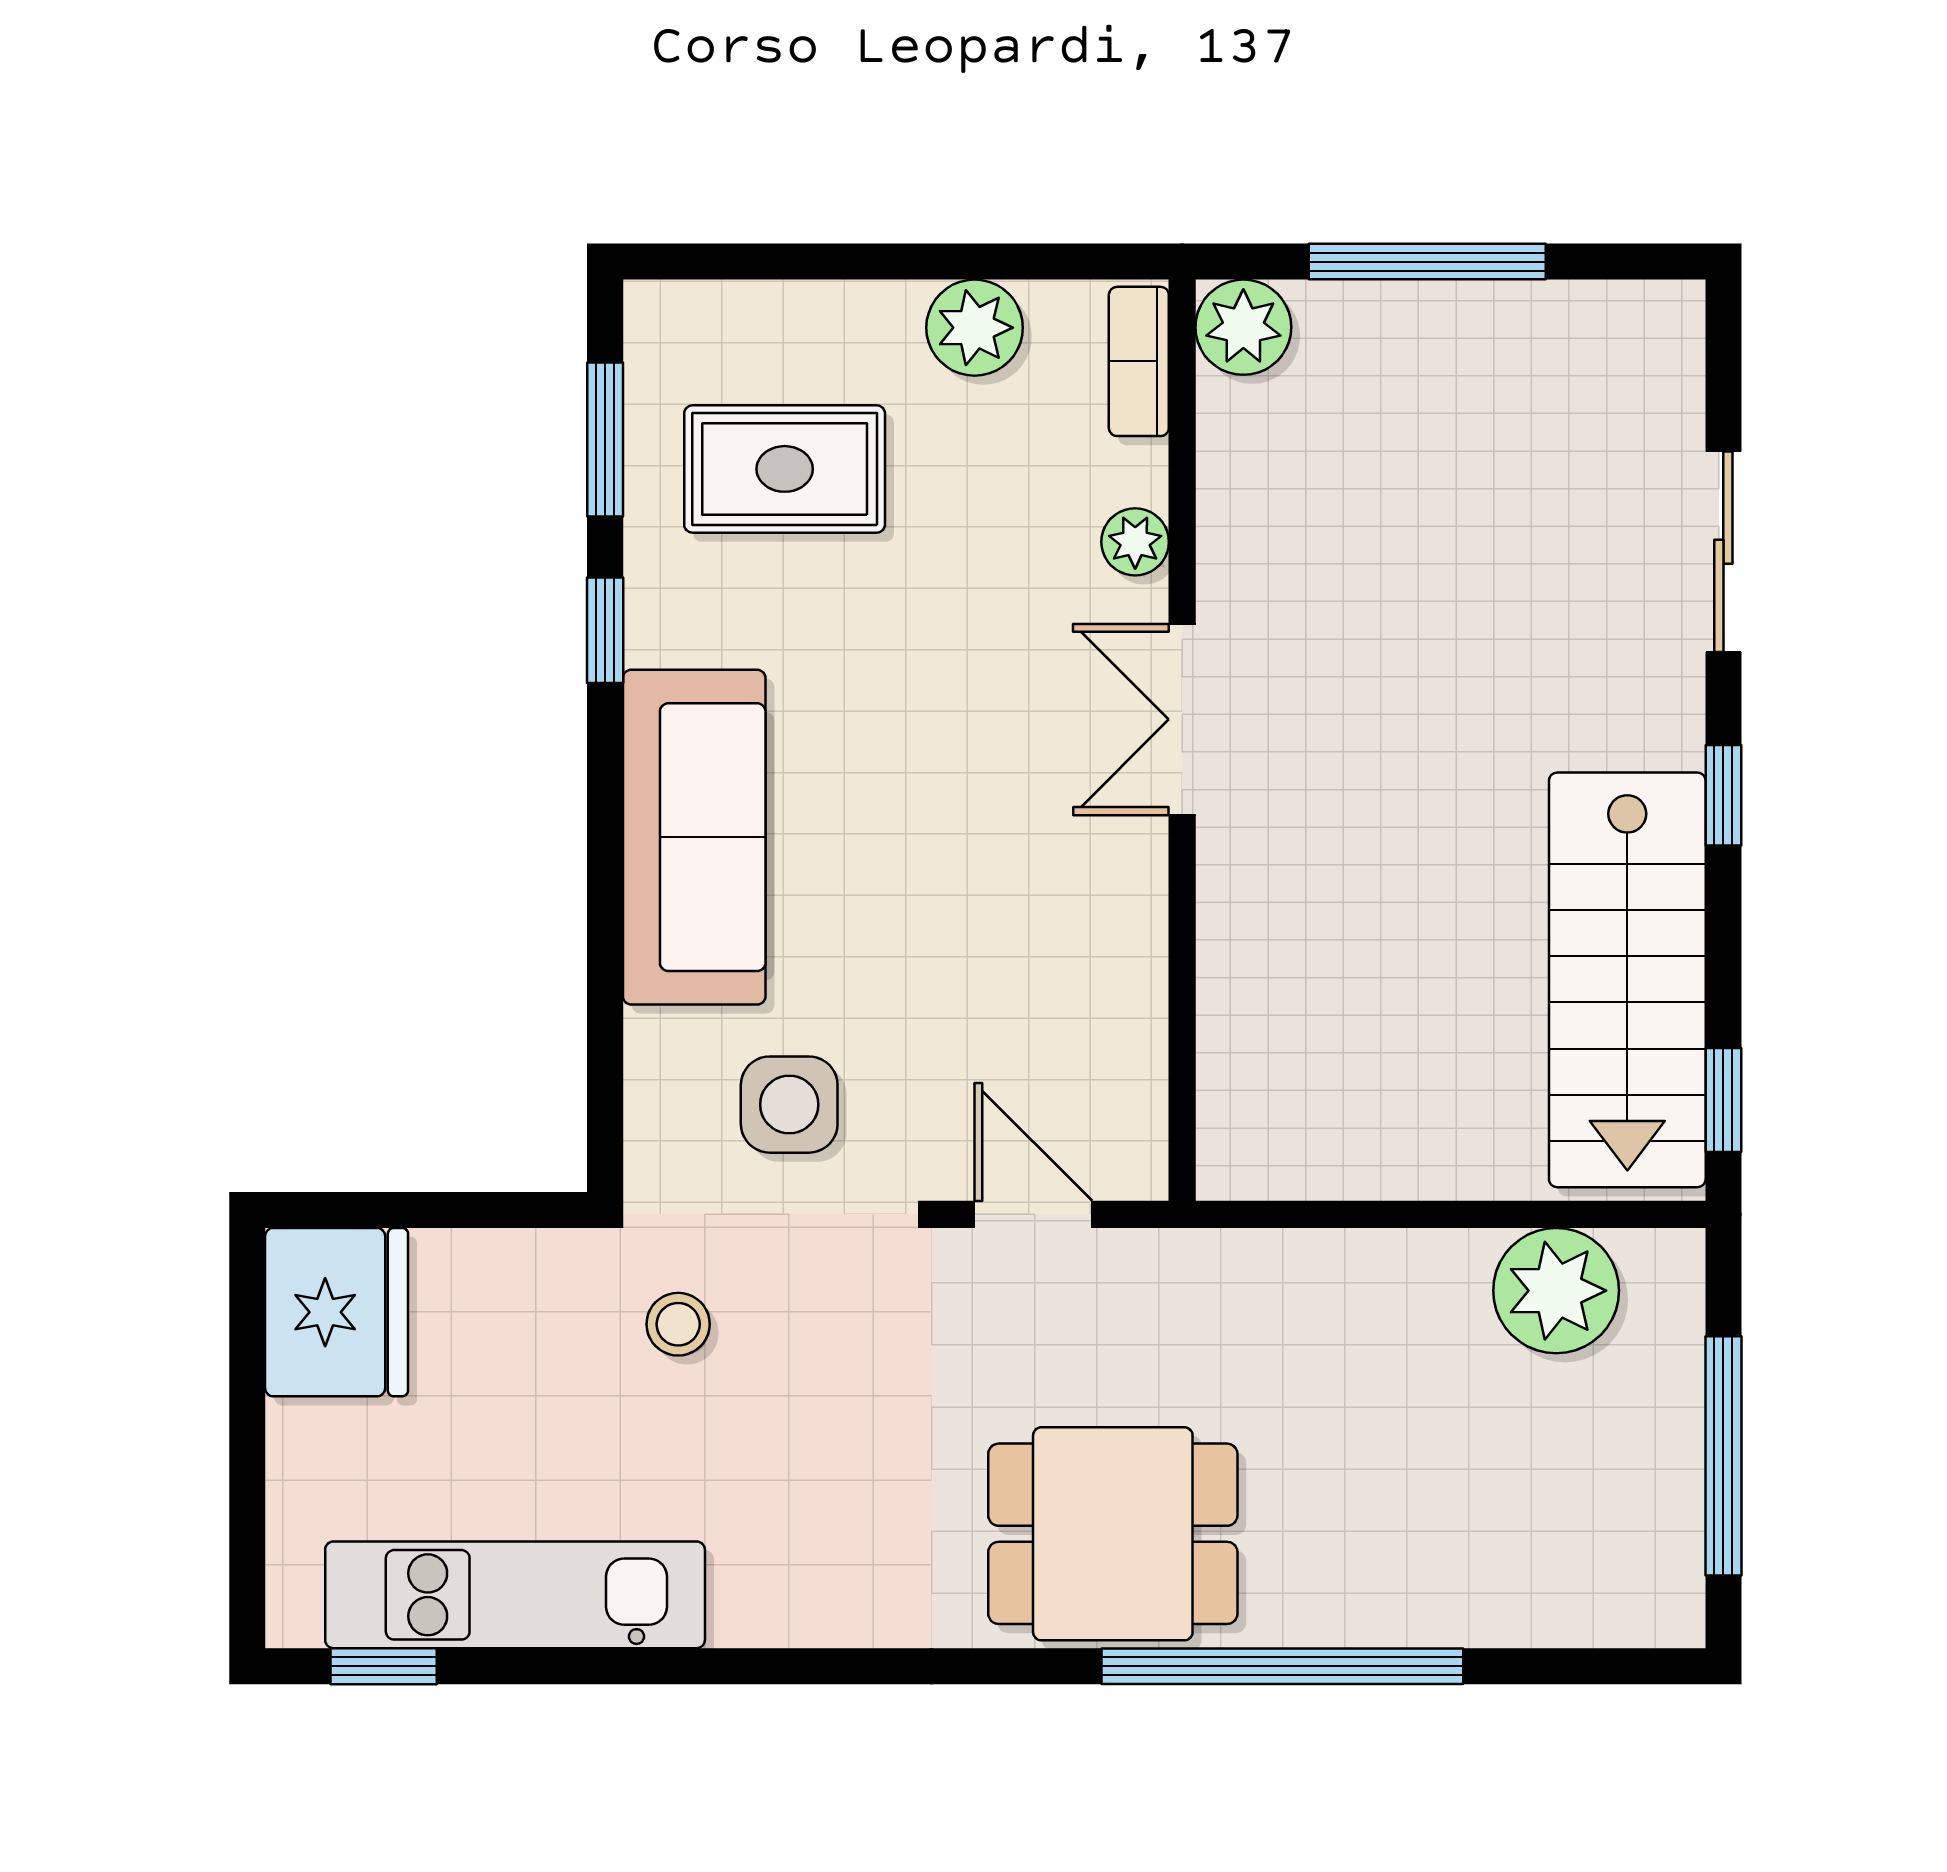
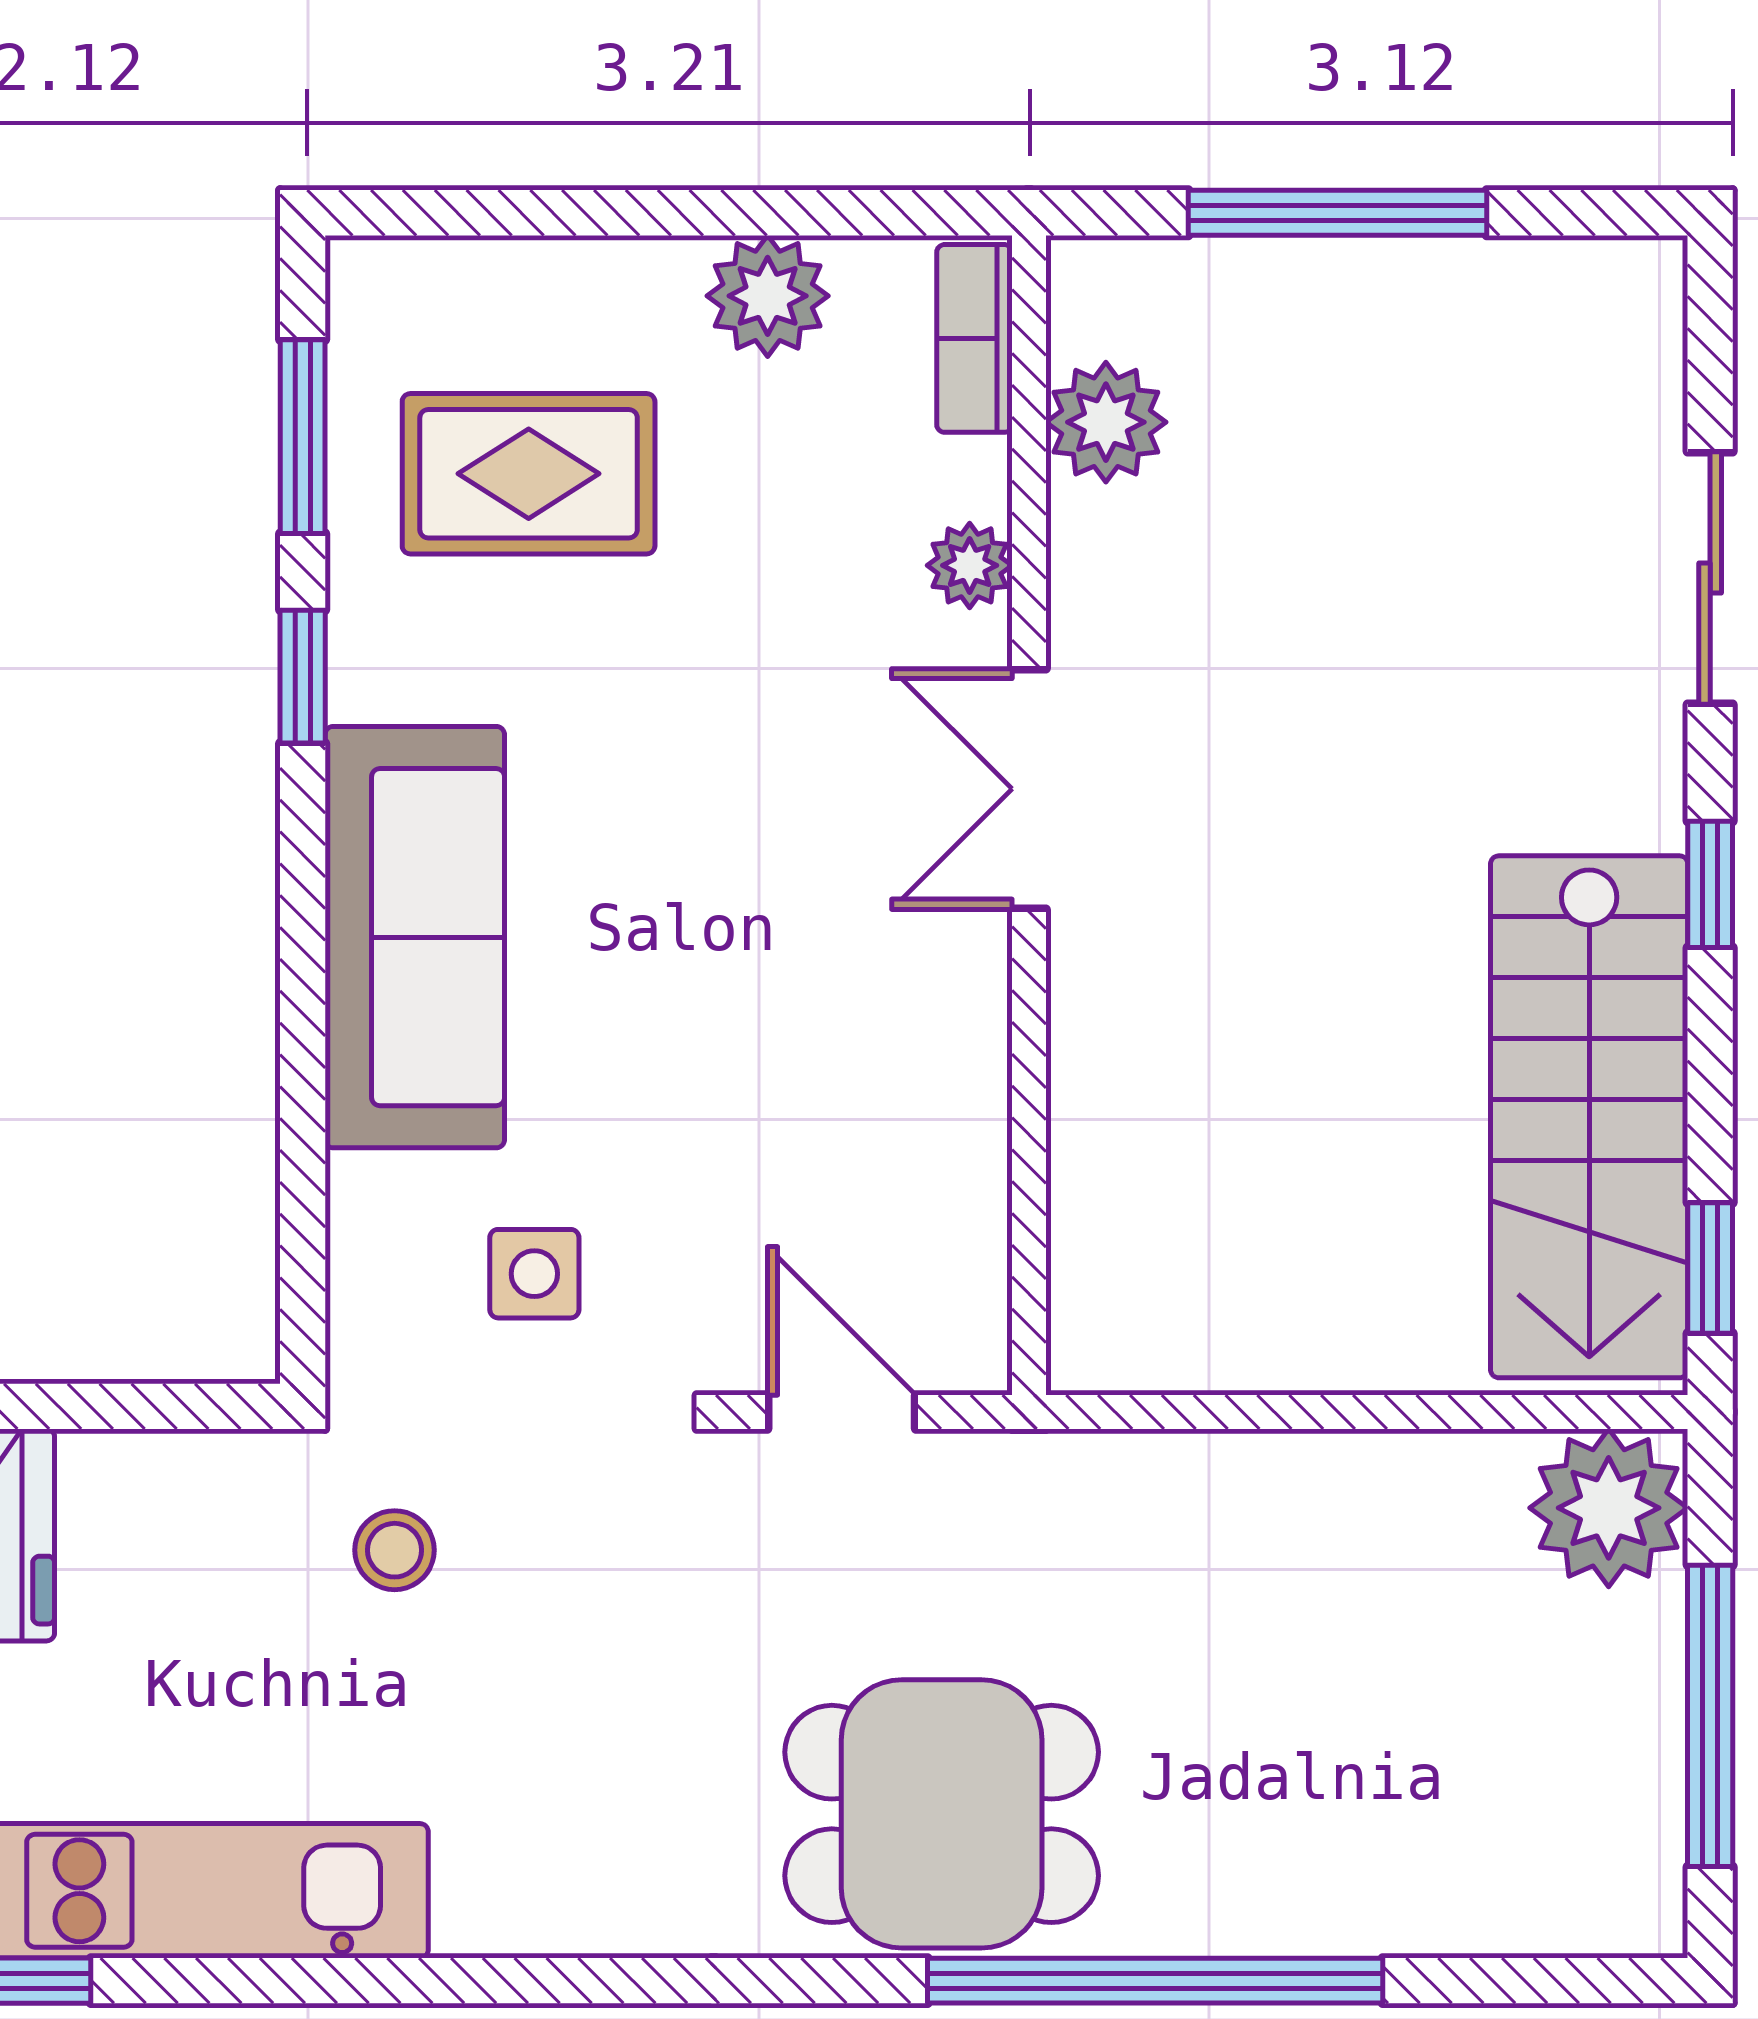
plant: (1243, 327) -> (1106, 422), moved
side table: (789, 1105) -> (534, 1274), width x0.73, depth x0.73
plant: (1556, 1291) -> (1609, 1508), moved

